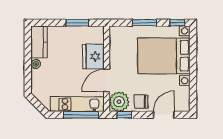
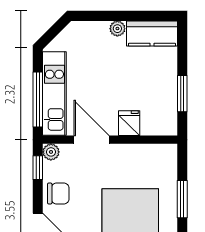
fridge: (93, 56) -> (129, 123), width x0.53, depth x0.75
plant: (119, 102) -> (51, 152), width x0.53, depth x0.53
chair: (141, 102) -> (58, 194), turned 90

